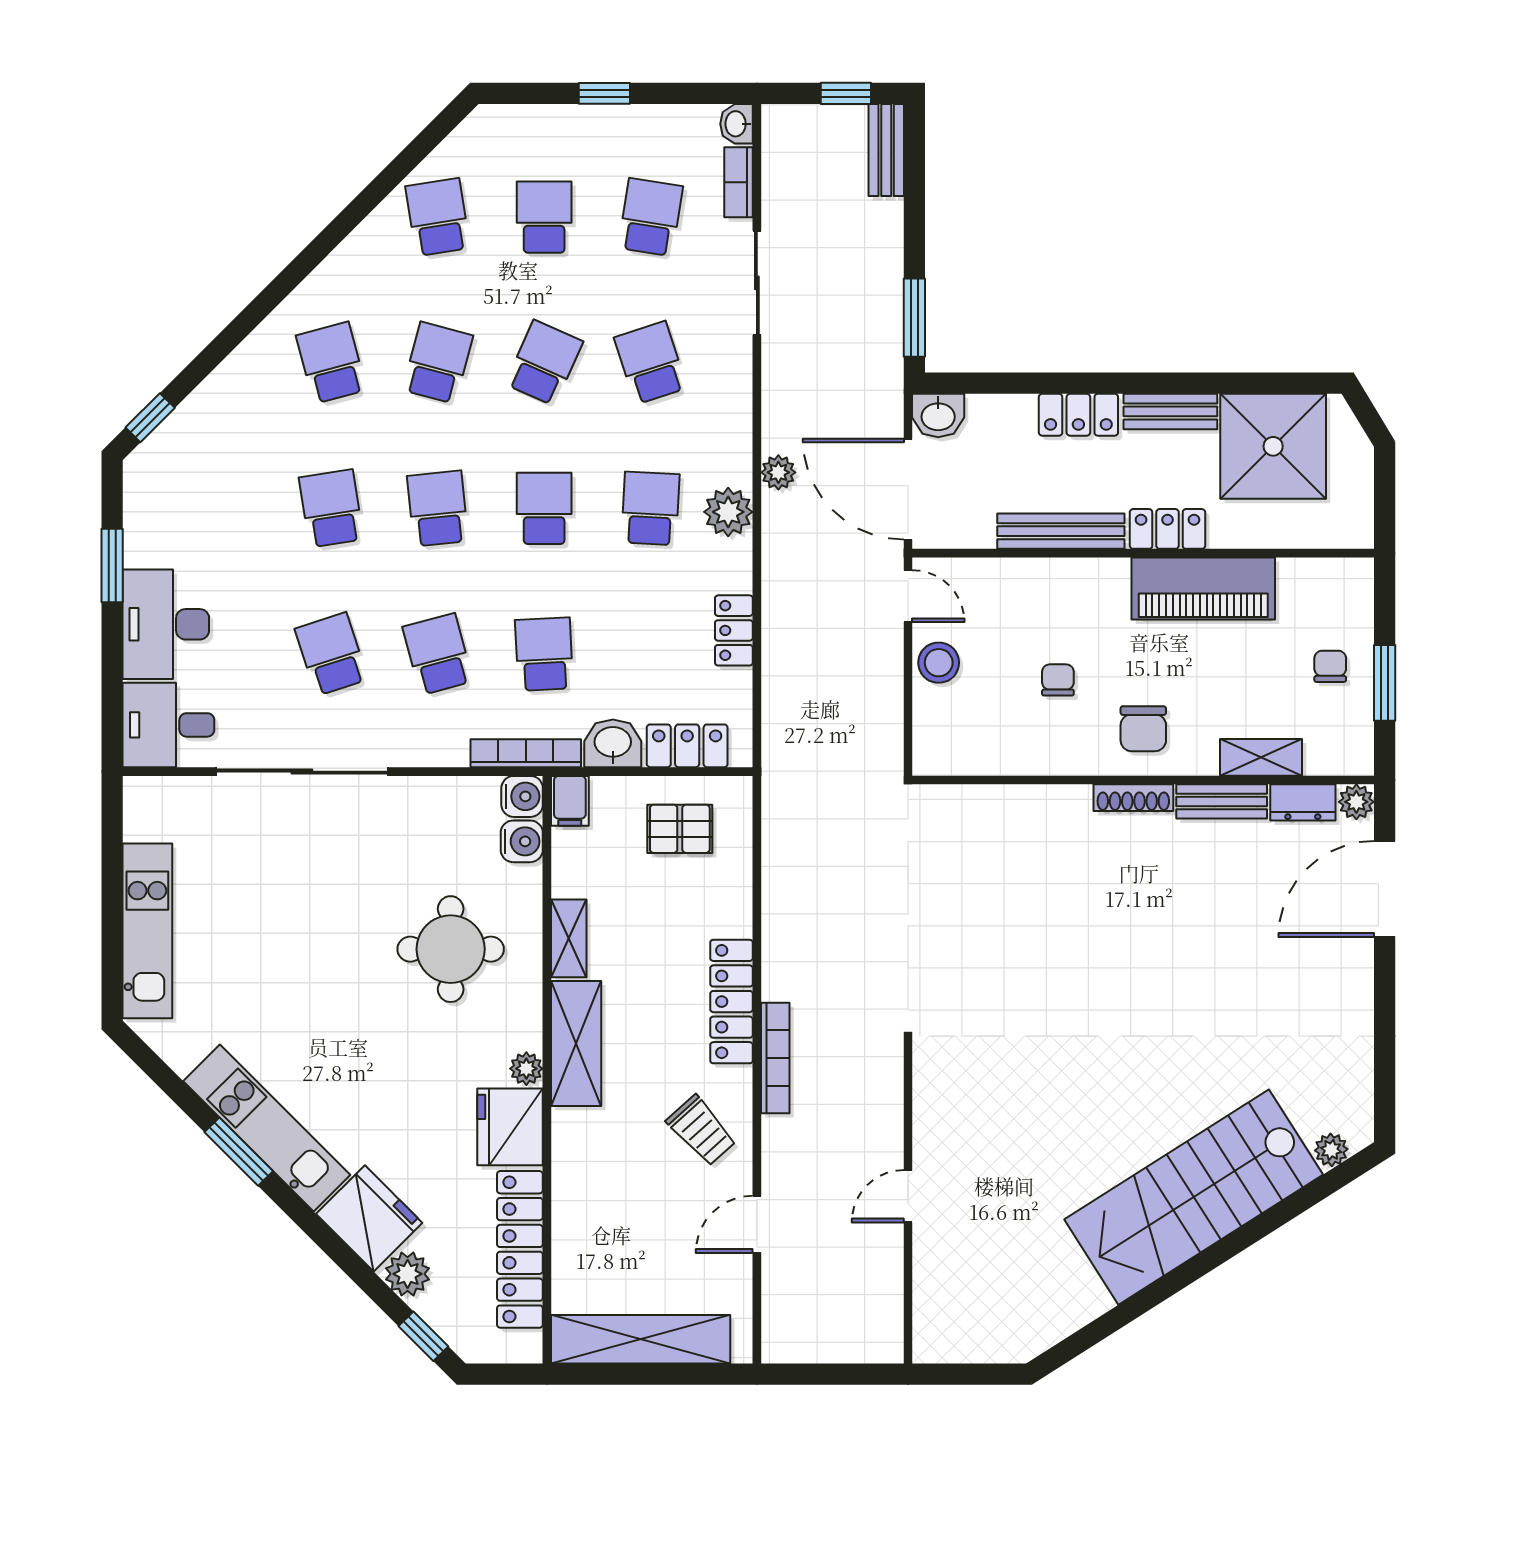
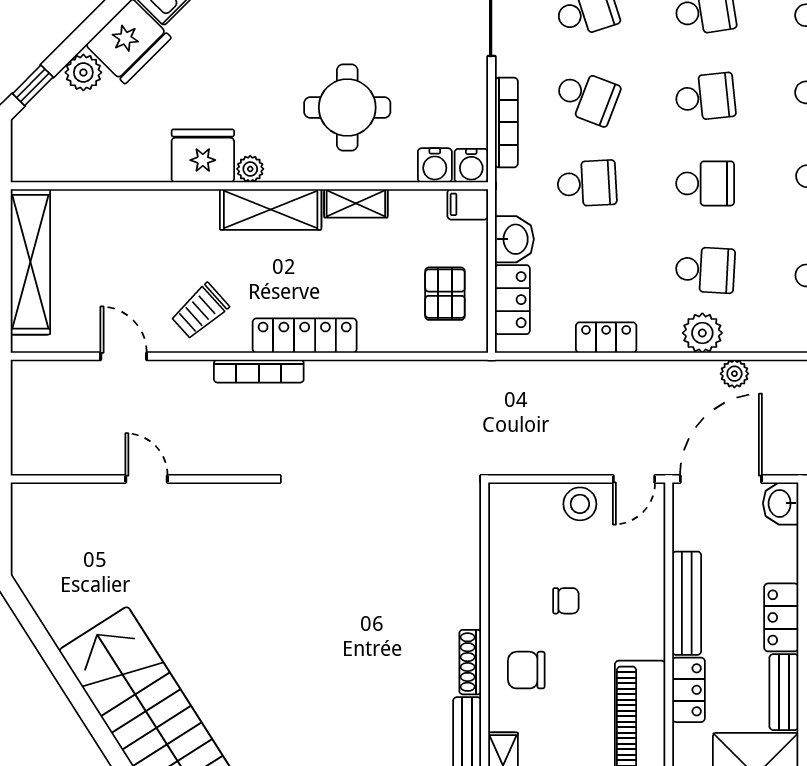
school desk: (438, 654) -> (587, 97), turned 36
bookcase: (526, 753) -> (506, 122), moved
locker: (520, 1249) -> (103, 164), removed

